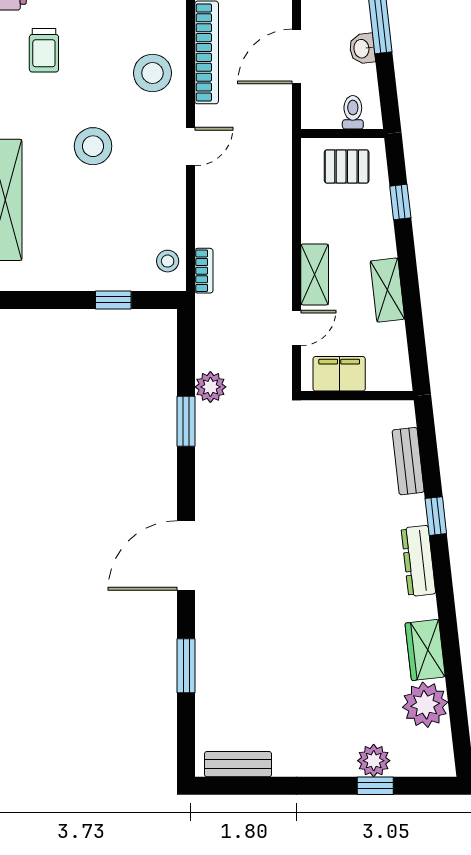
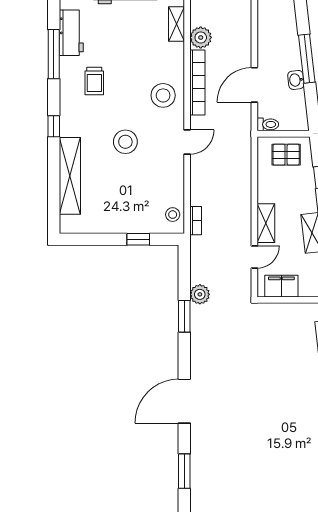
toilet: (353, 112) -> (268, 124), moved, turned 90

